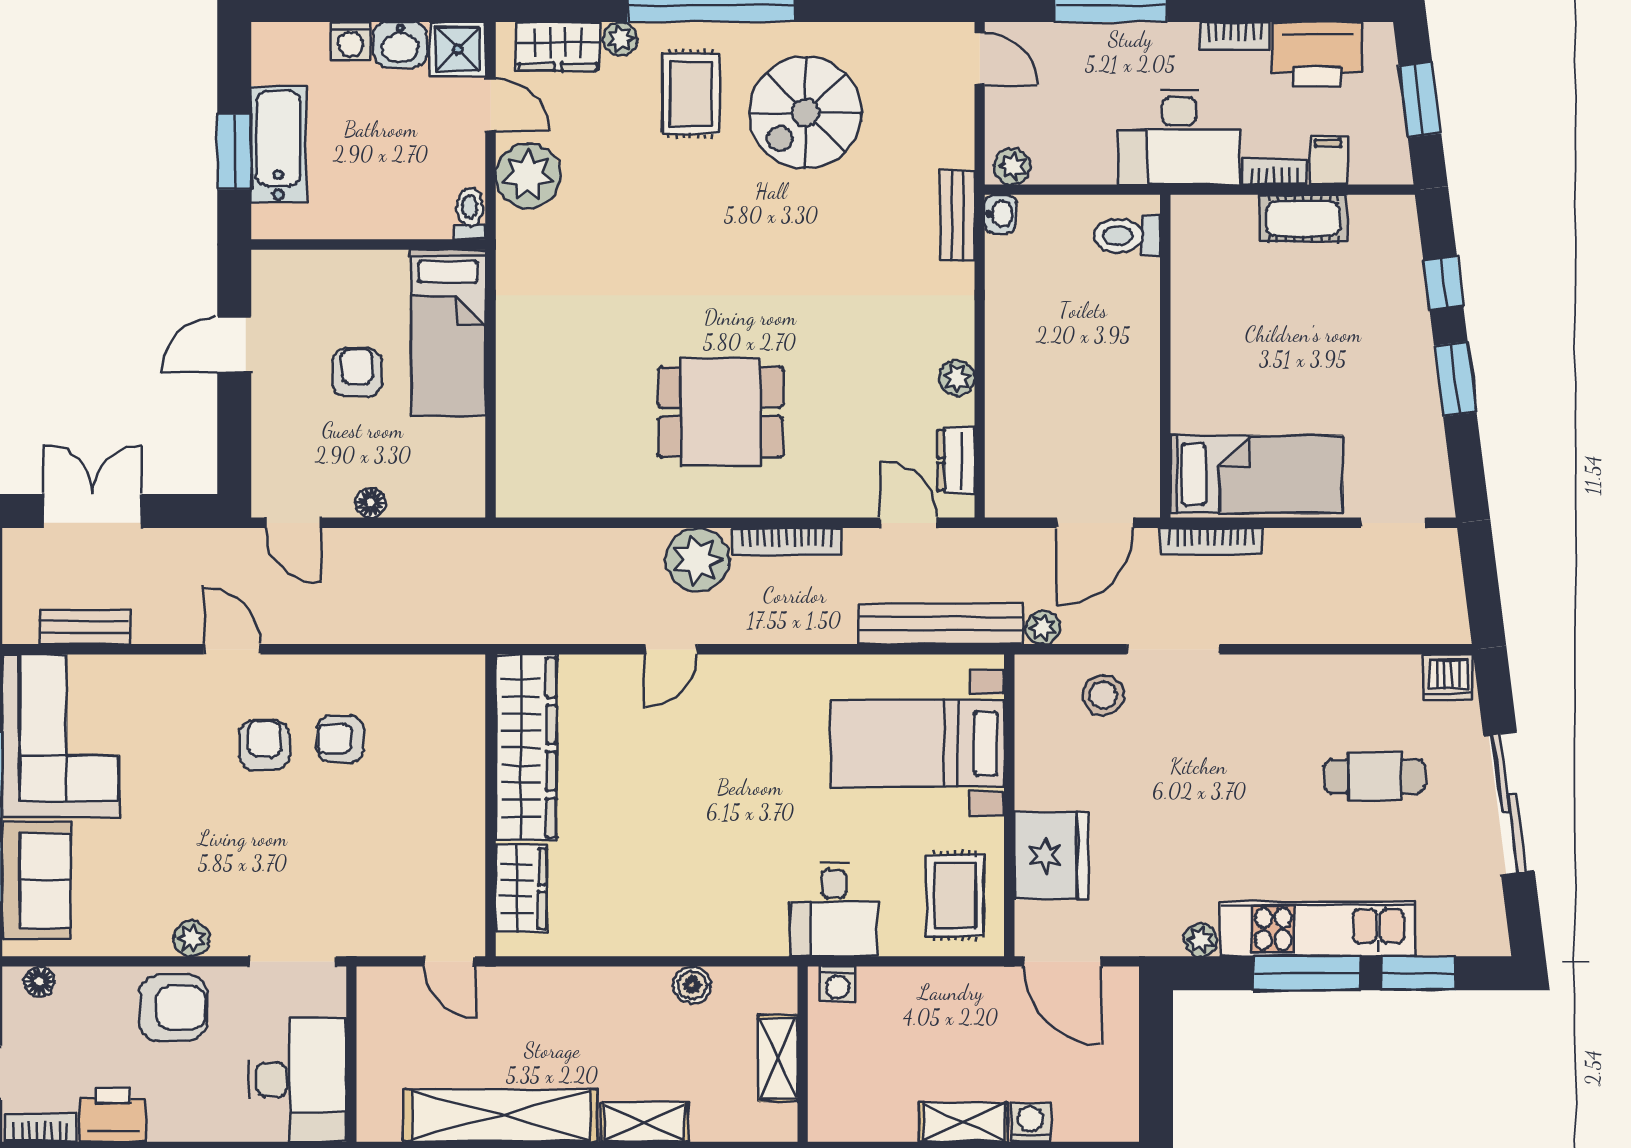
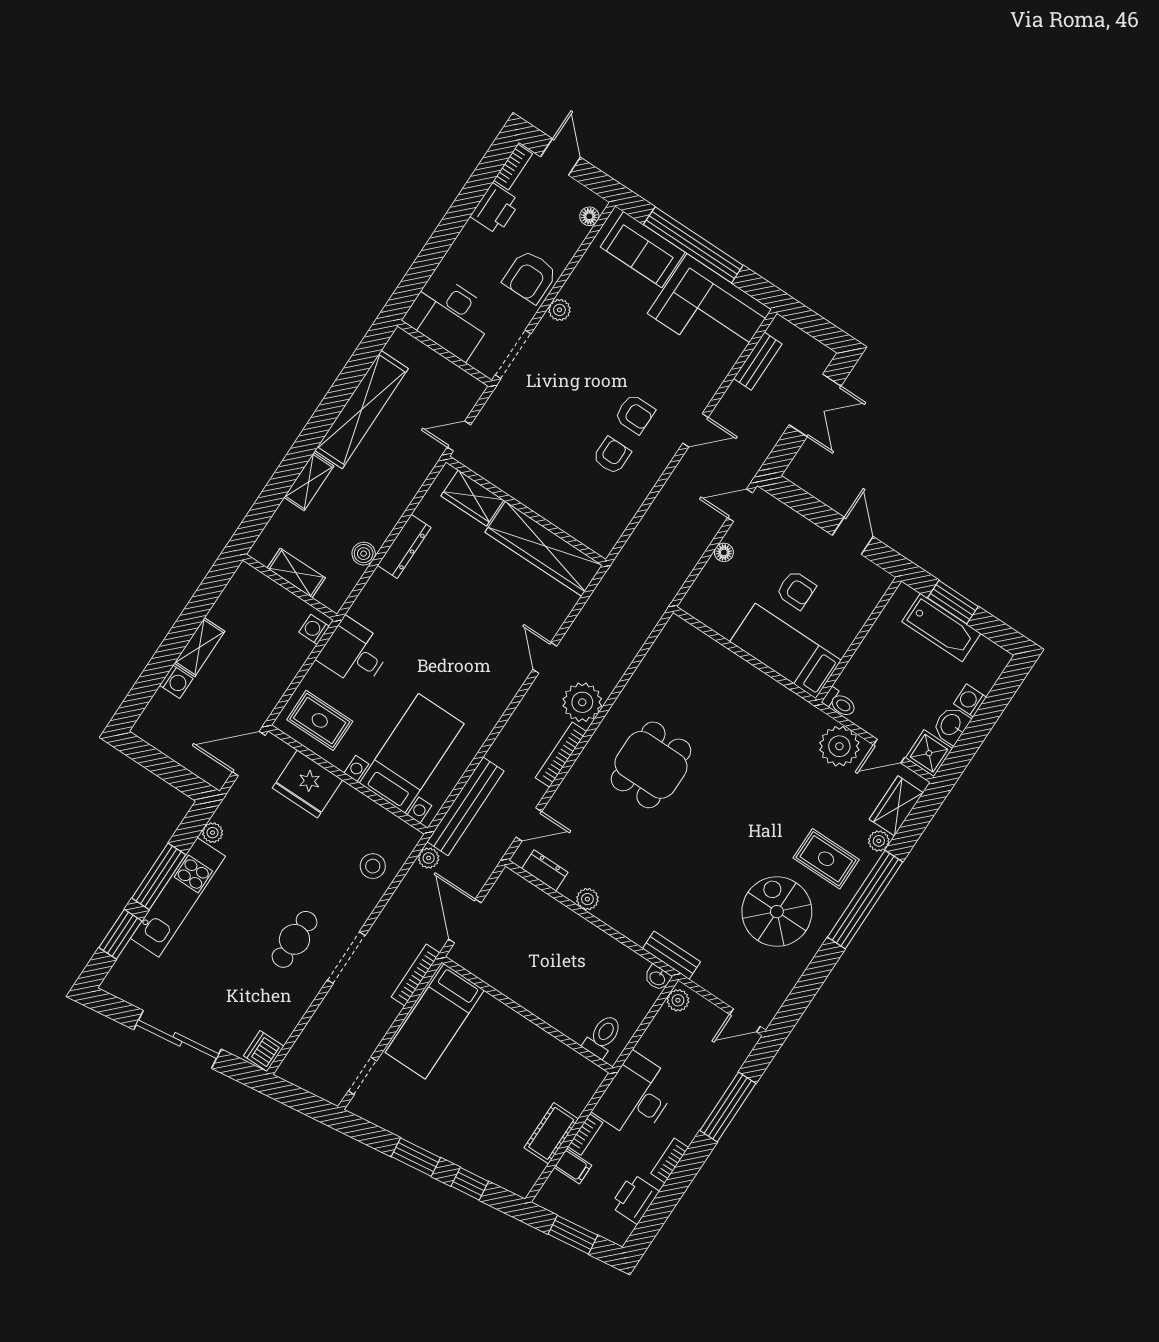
printer: (1317, 54) -> (635, 1199), width x0.73, depth x0.84
doorway: (1173, 649) -> (346, 958), moved
cafe table: (1374, 776) -> (294, 939), moved
dresser: (647, 937) -> (404, 546), added

